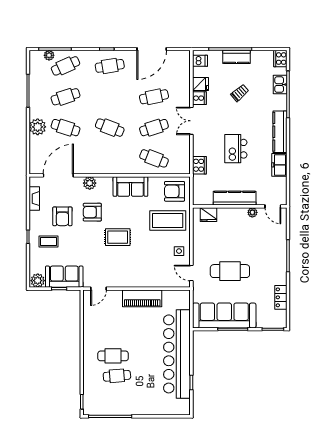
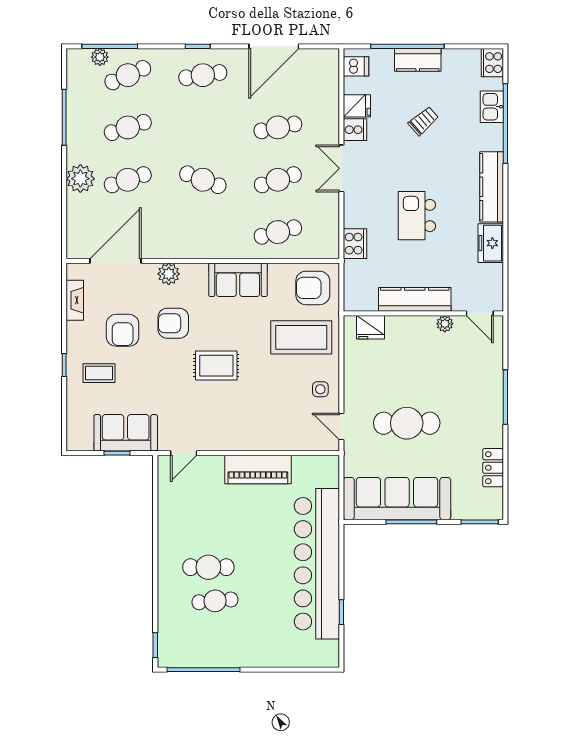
cafe table: (66, 128) -> (128, 180), turned -36
cafe table: (154, 158) -> (278, 232), turned -36
plant: (38, 281) -> (81, 439), removed

